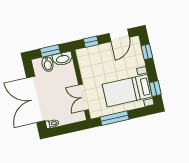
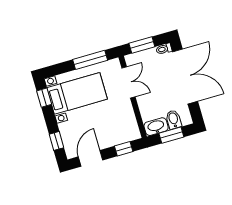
window: (70, 128) -> (142, 45), added

